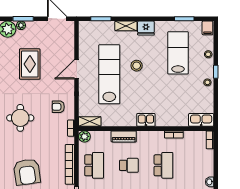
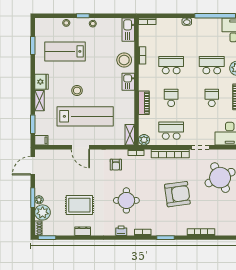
filing cabinet: (207, 28) -> (41, 140), moved
rug: (30, 64) -> (79, 205), moved
lab bench: (109, 74) -> (85, 116), turned 180
stool: (169, 116) -> (124, 60), added

